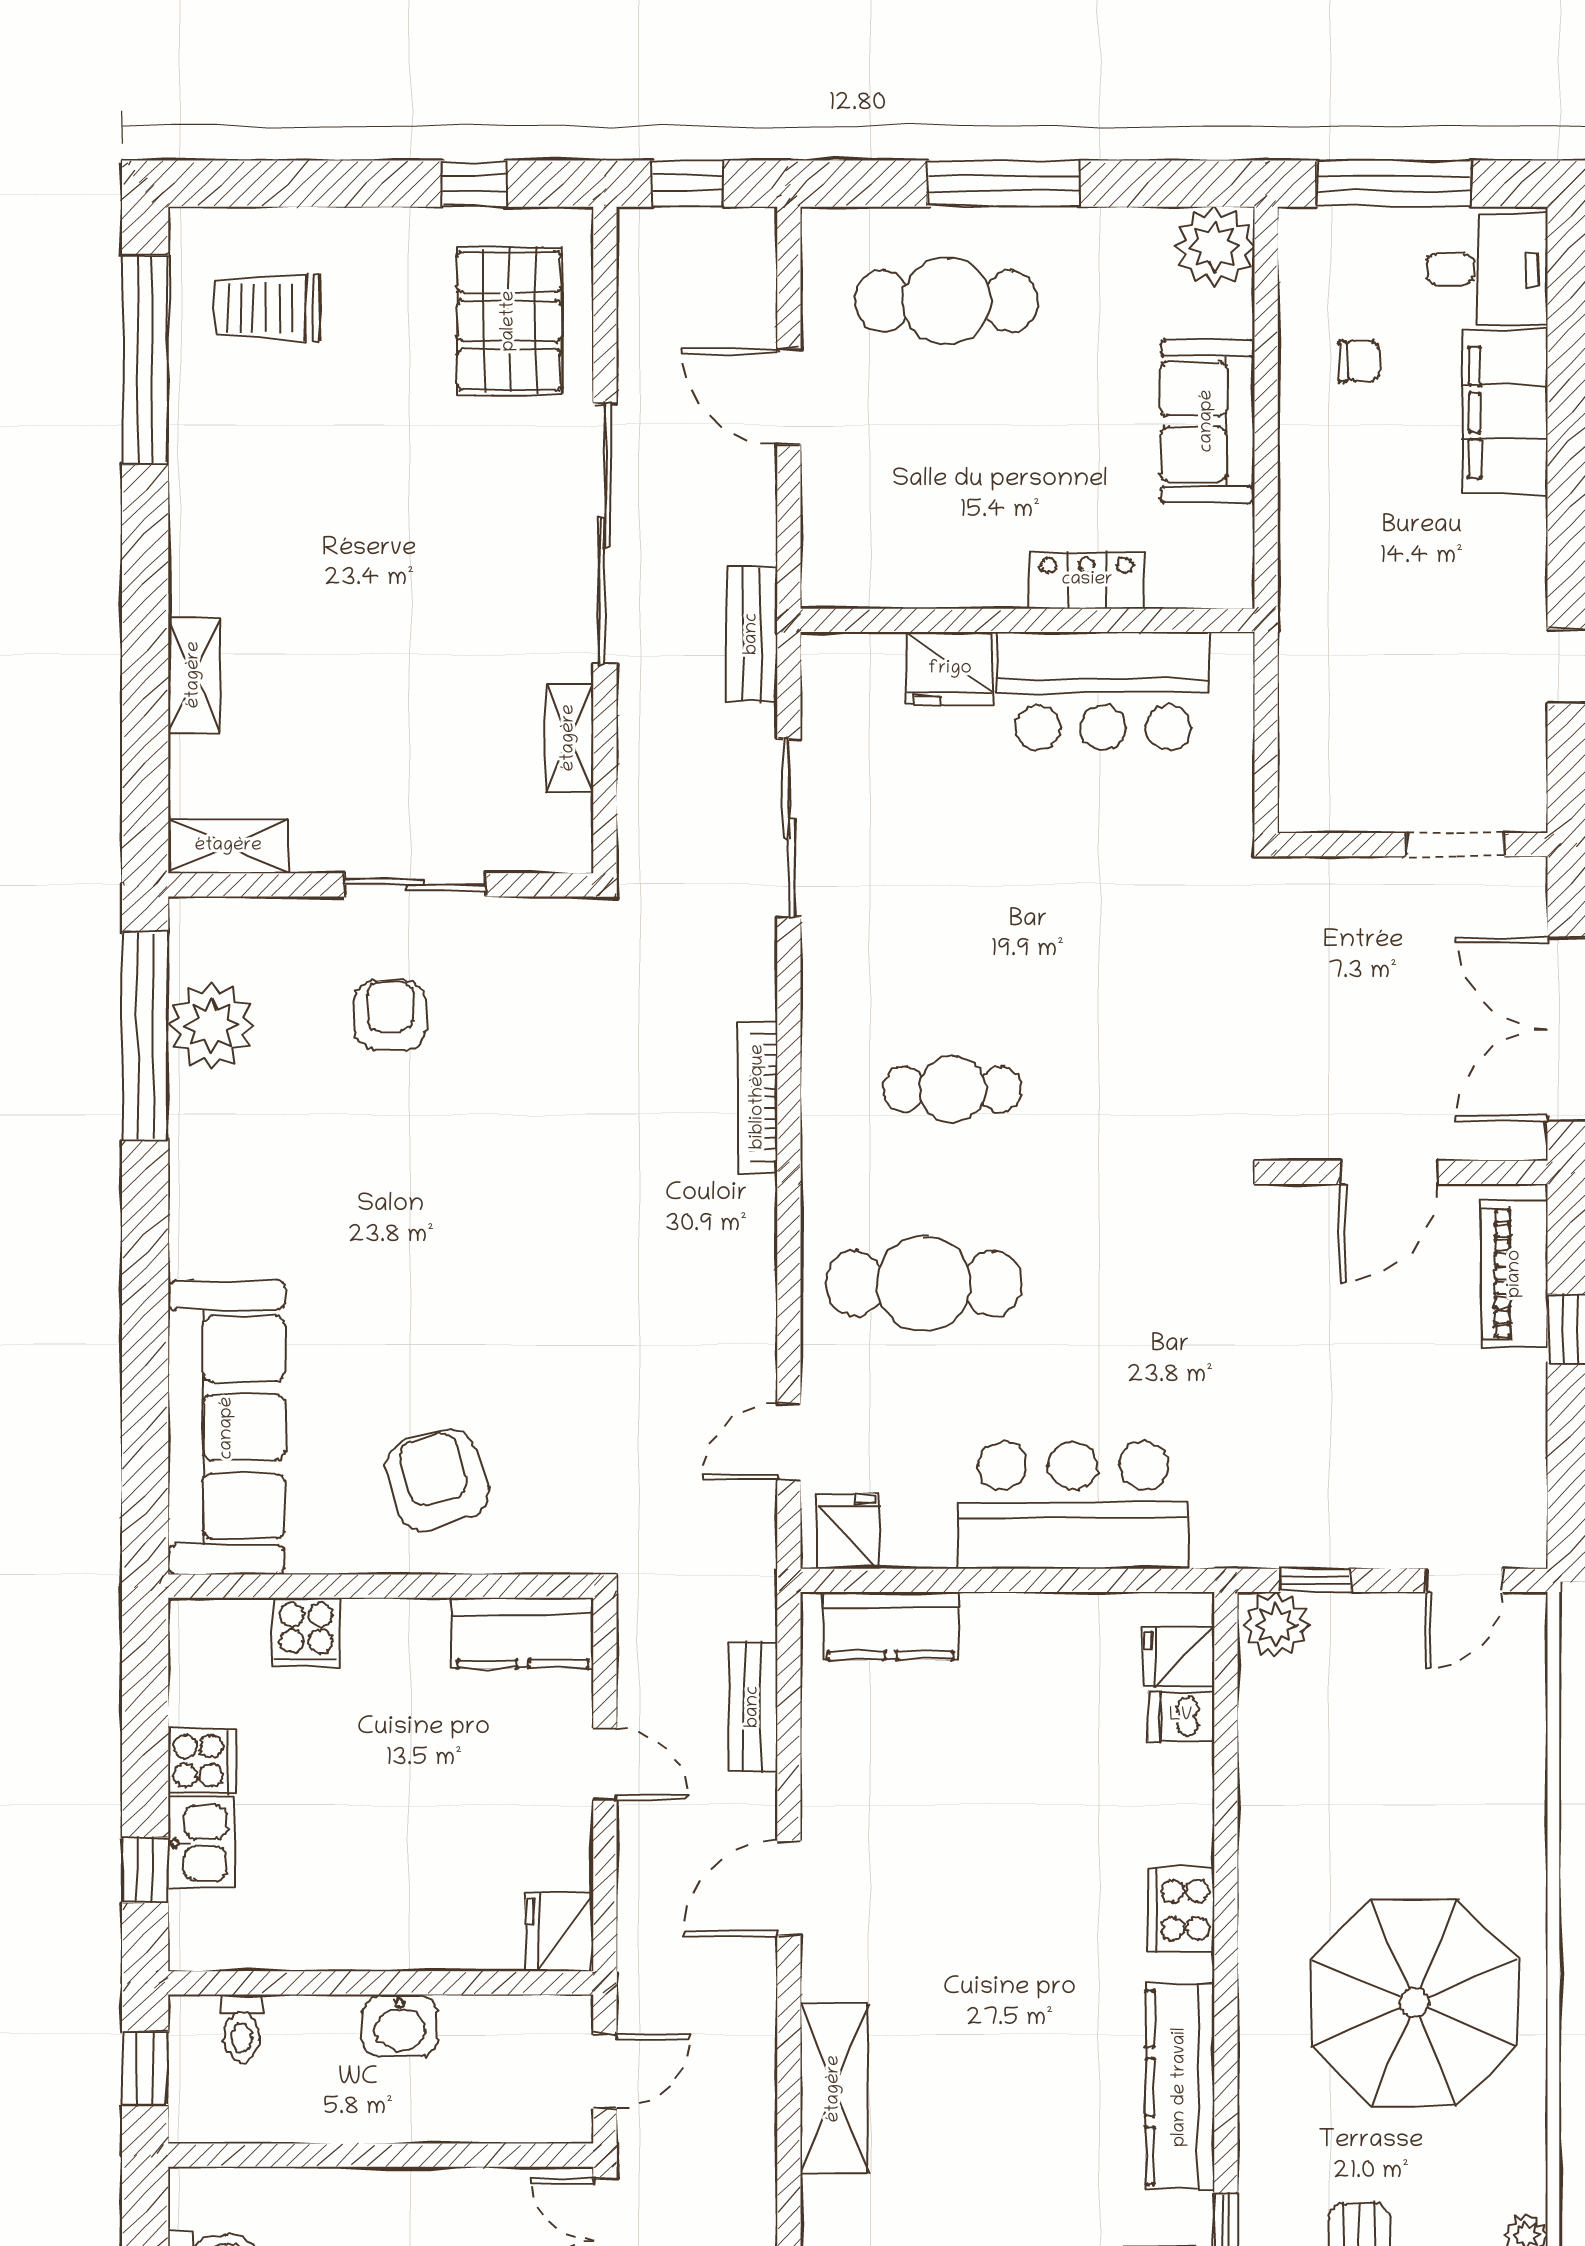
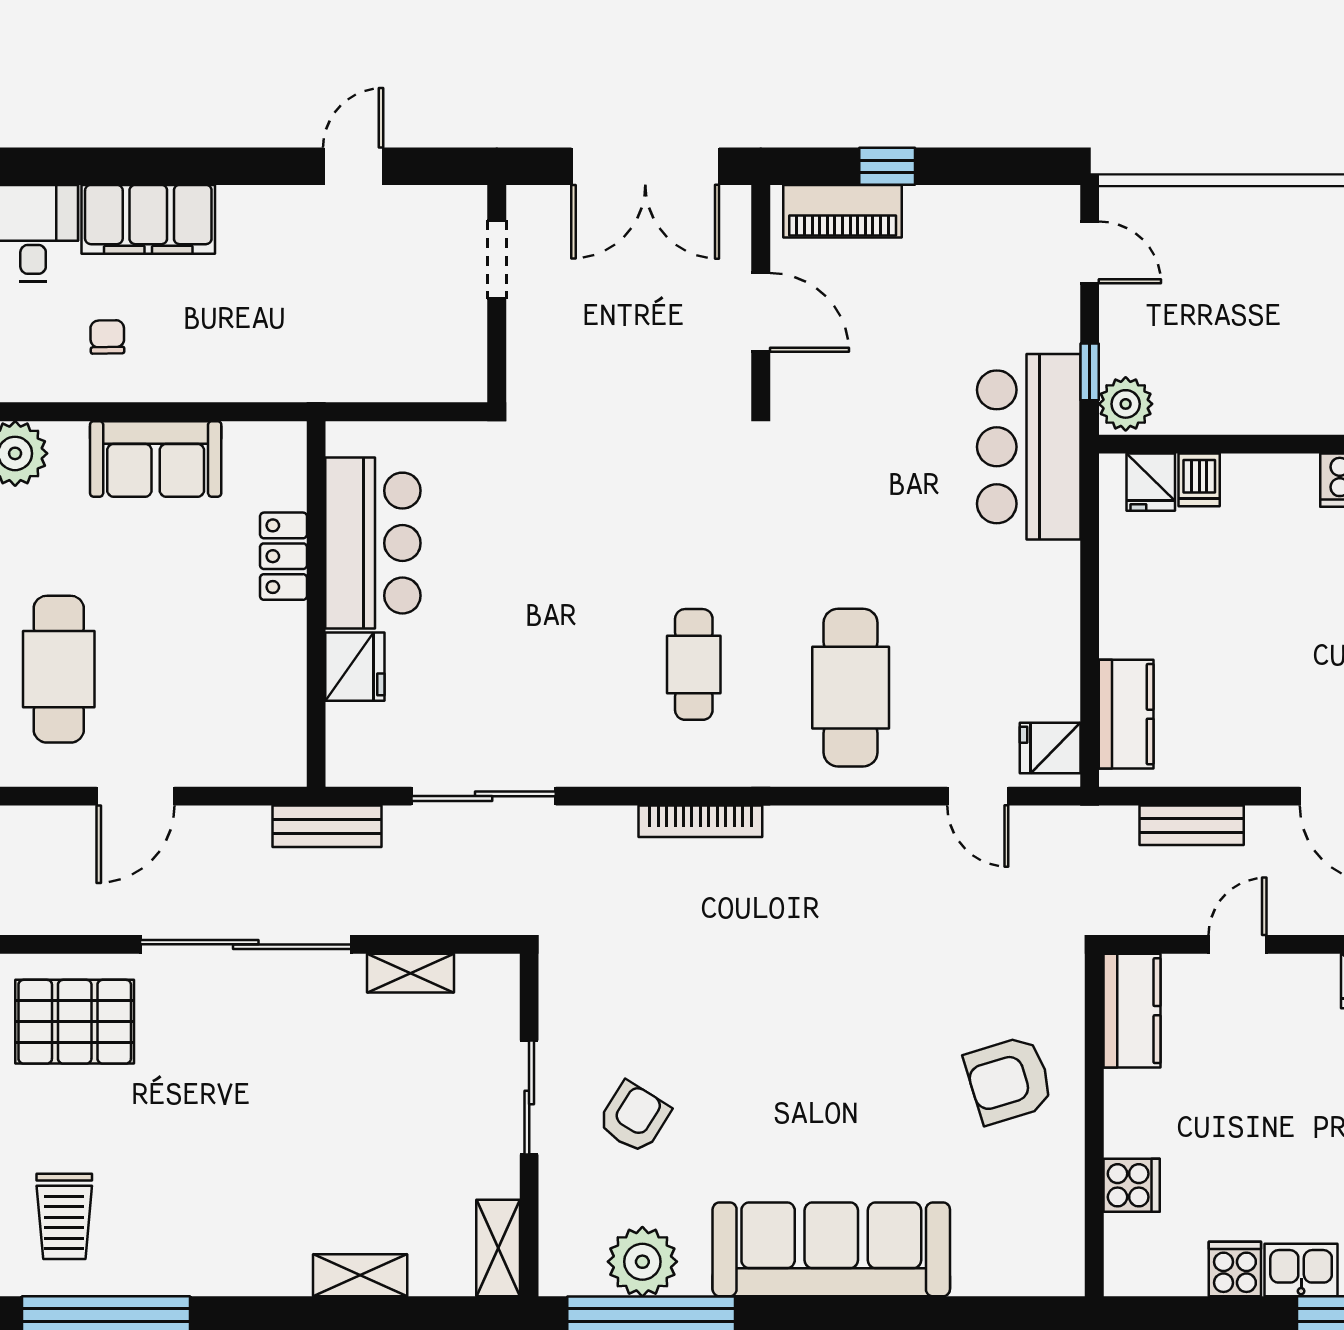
armchair: (390, 1015) -> (634, 1117), turned 122
sofa: (227, 1428) -> (831, 1249), moved
bar counter: (1073, 1505) -> (1029, 447), moved

